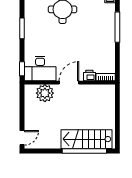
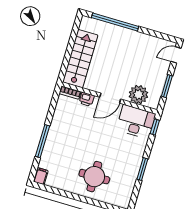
window: (22, 108) -> (167, 86), added
stairs: (87, 139) -> (80, 59), moved, turned -90

